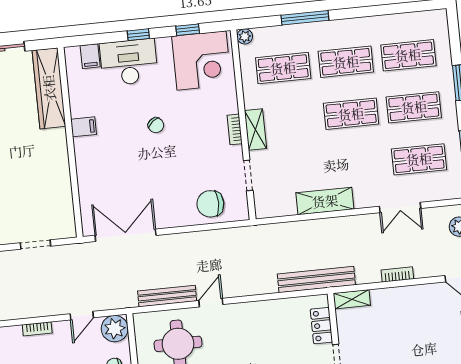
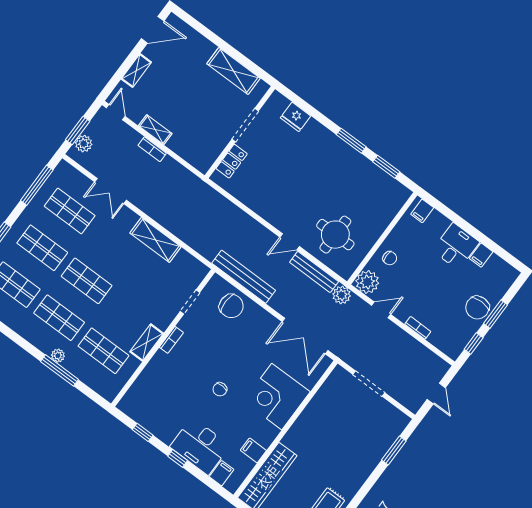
plant: (245, 36) -> (58, 356), moved
corner desk: (201, 60) -> (277, 397), moved, turned -90
chair: (156, 125) -> (220, 389), turned -141
filing cabinet: (84, 127) -> (253, 450), moved
shelving: (255, 130) -> (147, 342), moved
double door: (400, 207) -> (110, 191), swing flipped
doorway: (35, 244) -> (369, 384), width x1.38
bench: (316, 279) -> (244, 277), moved
plant: (126, 298) -> (342, 295), added
shelving: (352, 299) -> (155, 130), moved

